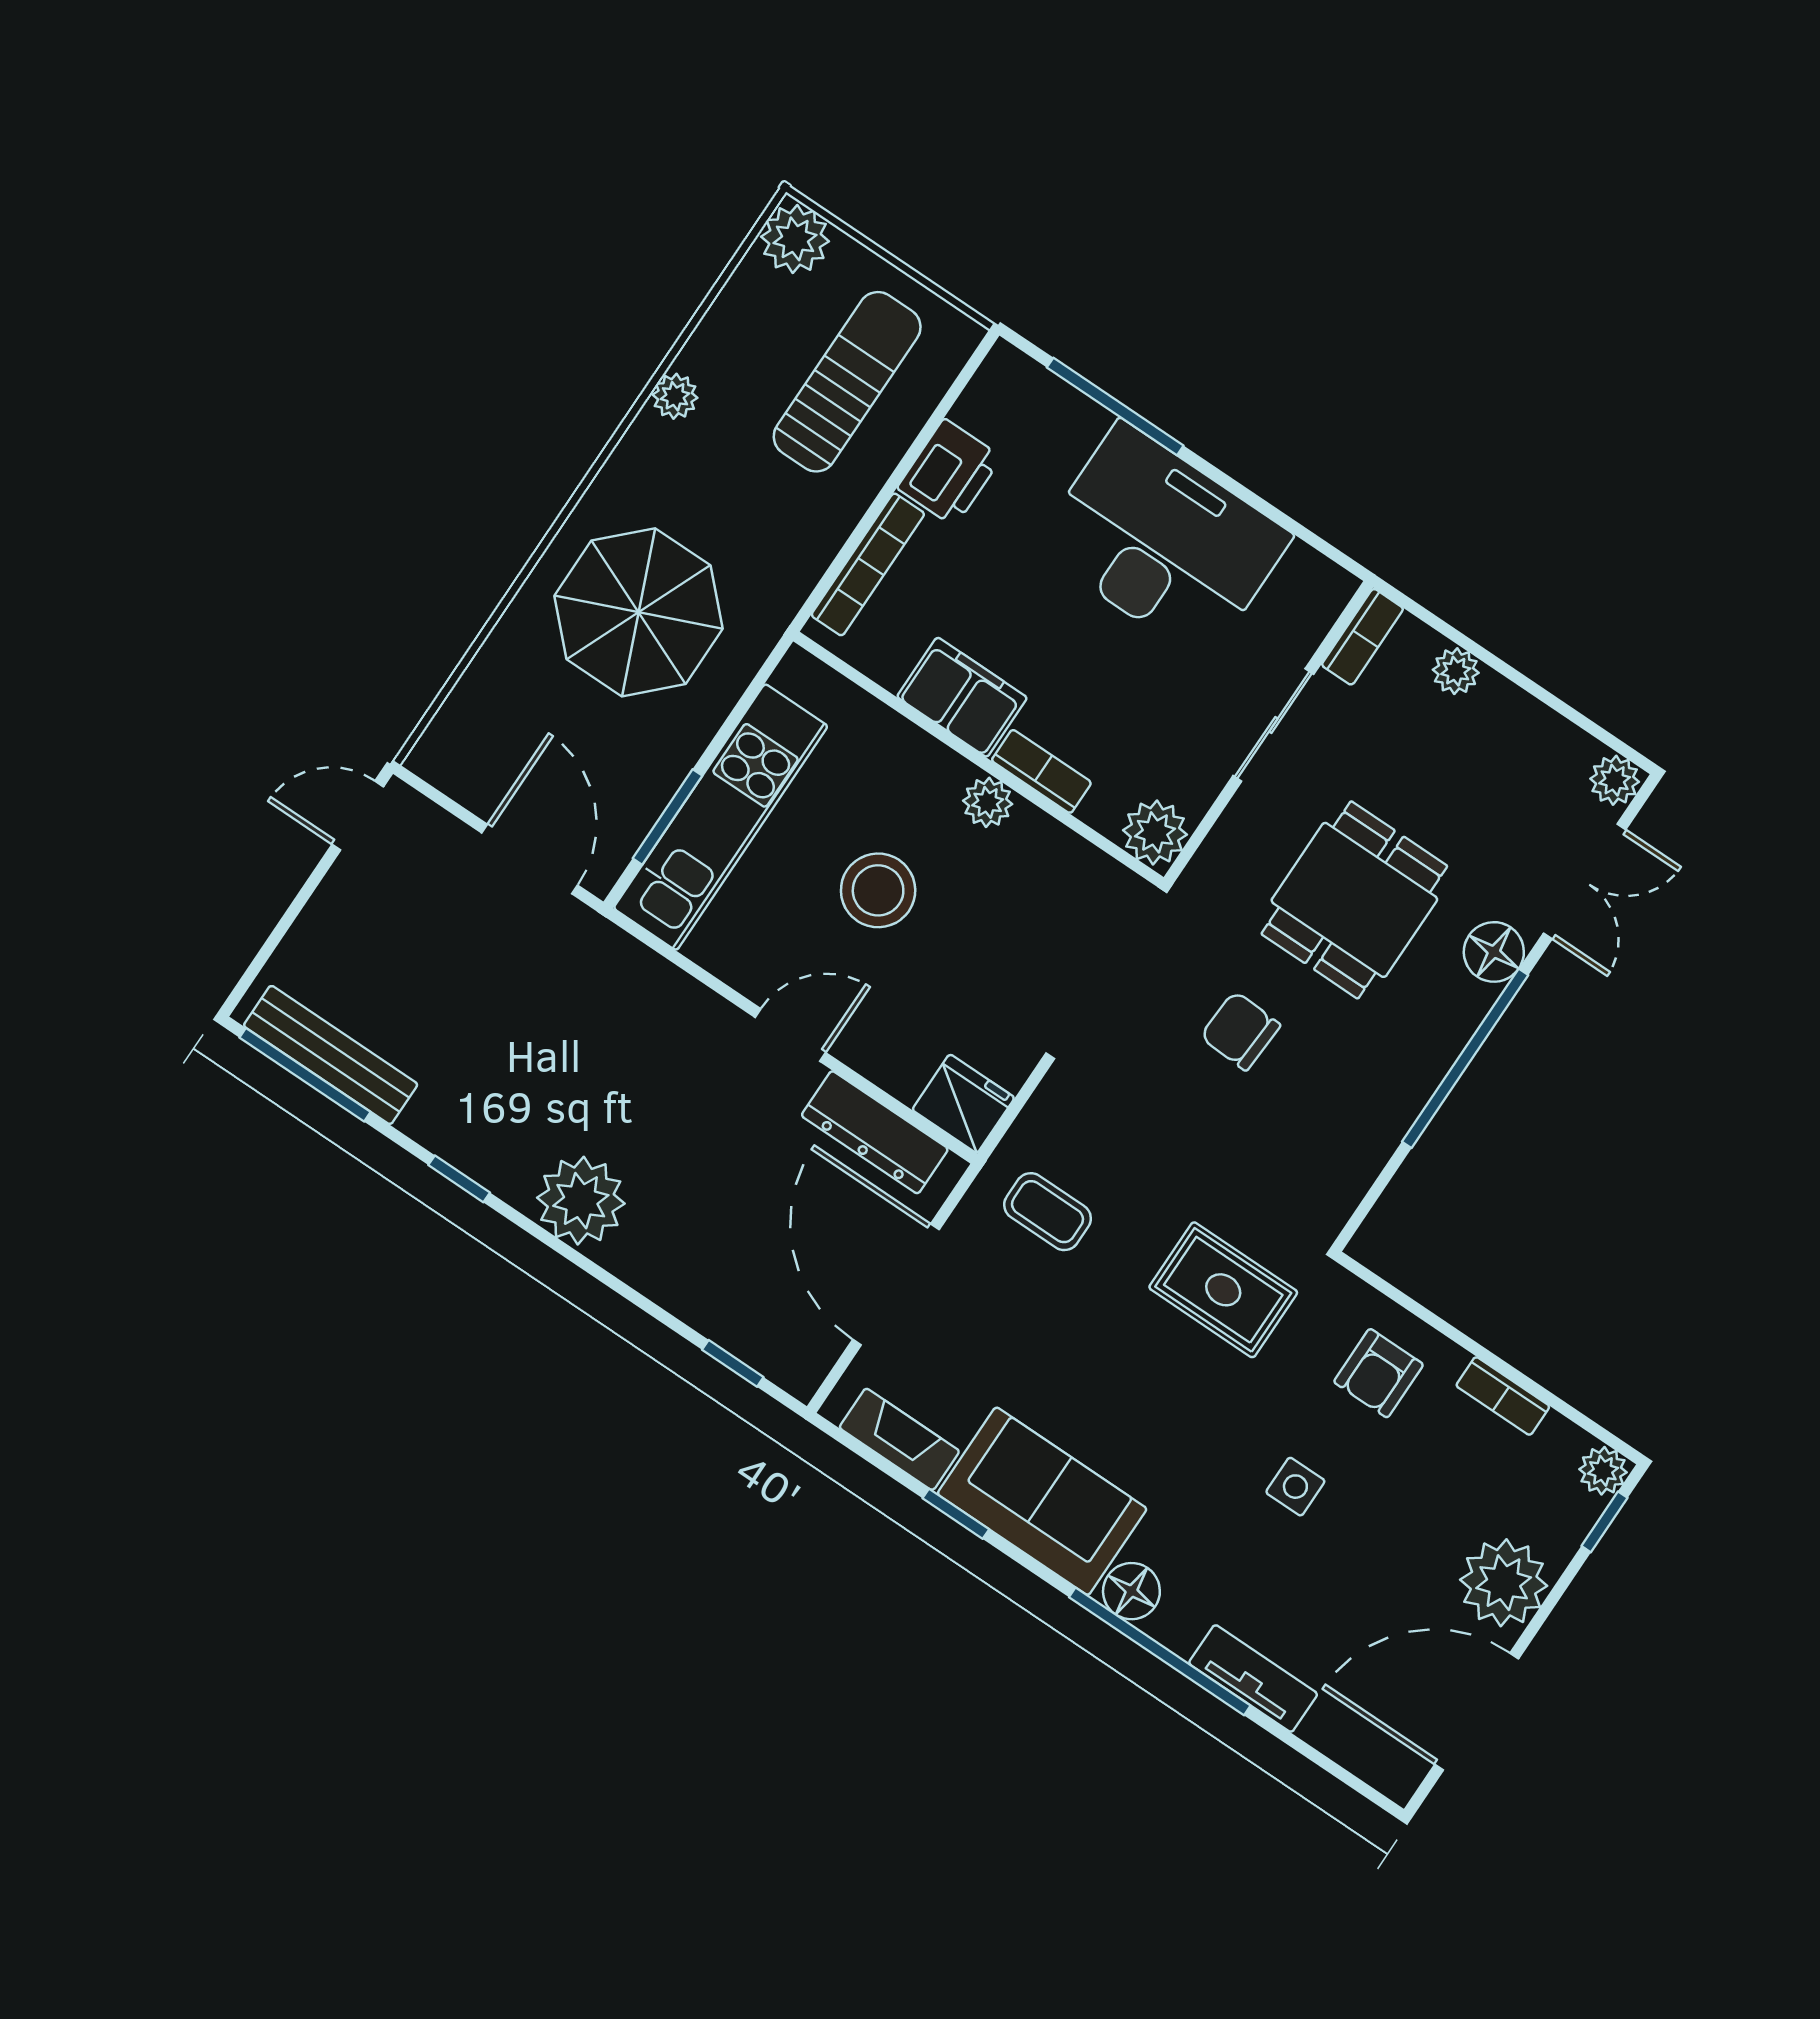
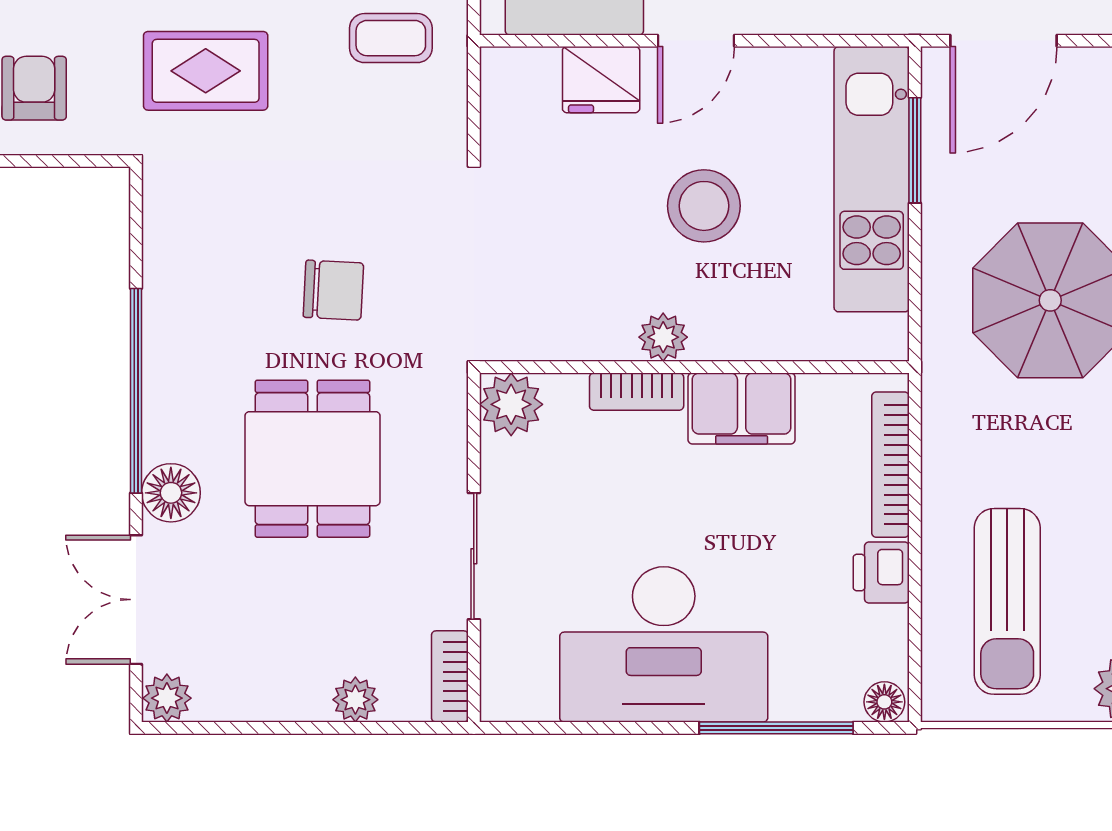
floor lamp: (1009, 367) -> (884, 702), added
printer: (949, 473) -> (881, 573), width x0.73, depth x0.81
door: (530, 859) -> (1004, 41), hinge flipped
fridge: (963, 1104) -> (601, 80), moved

